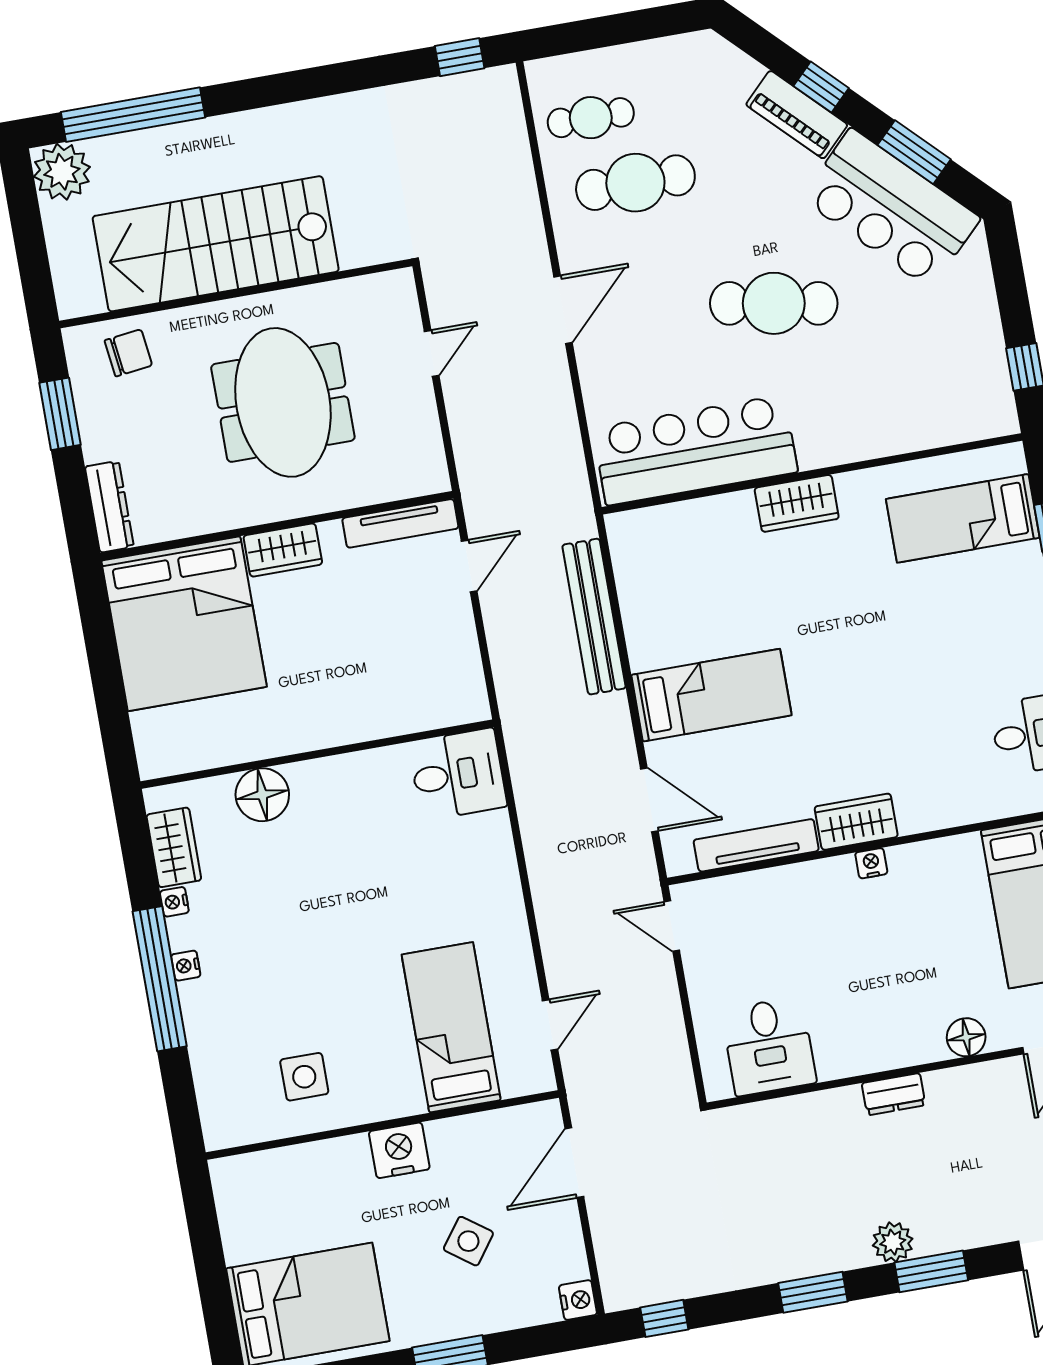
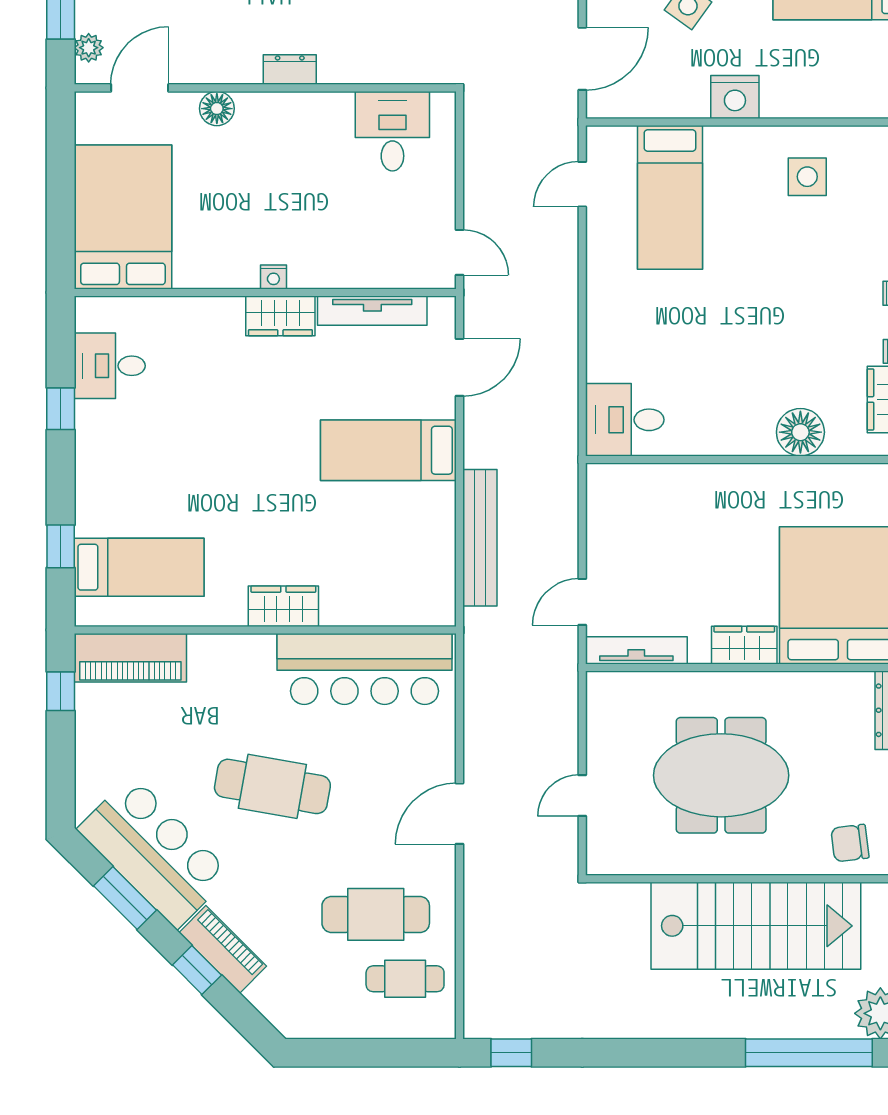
meeting table: (283, 402) -> (721, 775), turned 90
piano: (955, 417) -> (130, 658), added
door: (649, 800) -> (459, 367), swing flipped

